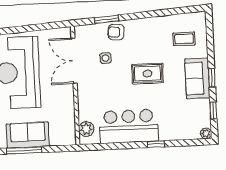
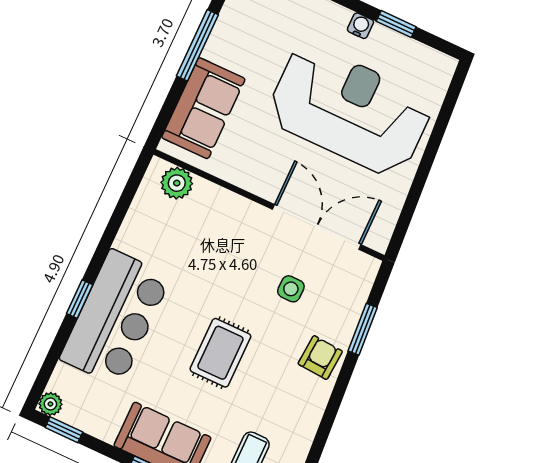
armchair: (116, 32) -> (320, 358), moved
window: (213, 110) -> (64, 430), moved
bar counter: (129, 126) -> (115, 318), moved
sofa: (28, 135) -> (203, 108), moved

